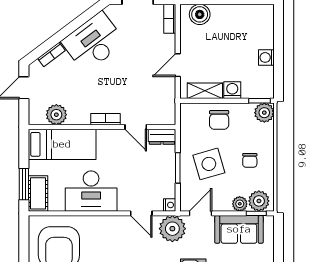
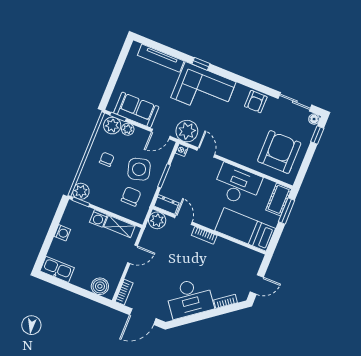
kitchen sink: (256, 14) -> (57, 269), added
plant: (56, 115) -> (157, 220), moved
chair: (219, 120) -> (131, 196), moved

